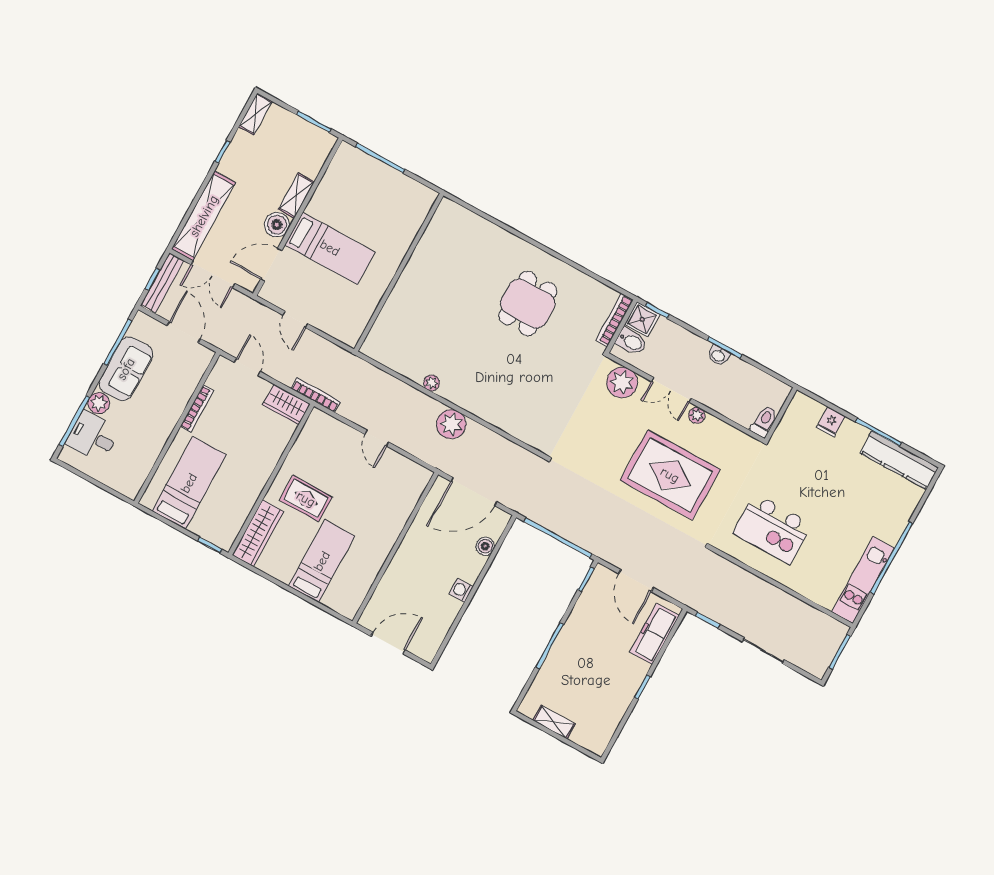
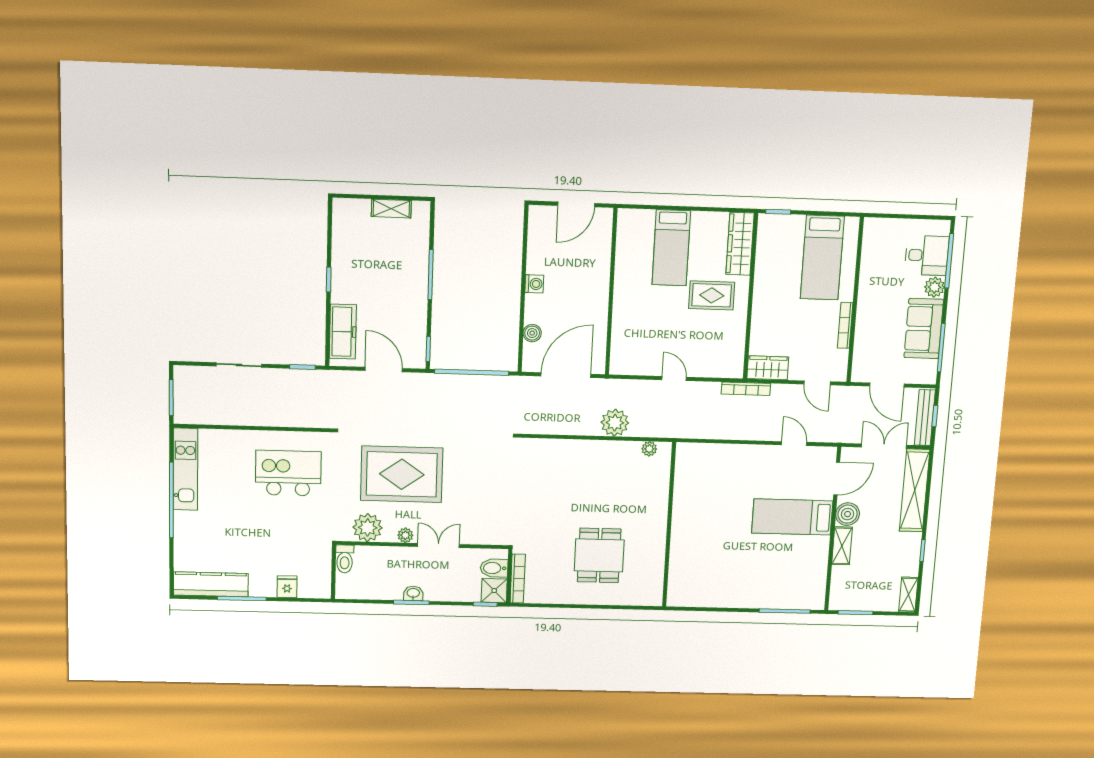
wall: (399, 272) -> (669, 525), moved
plant: (622, 382) -> (368, 528), moved

